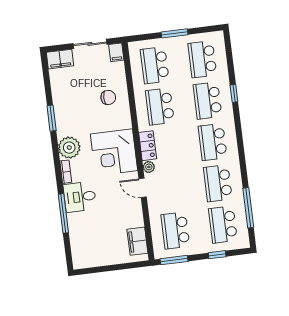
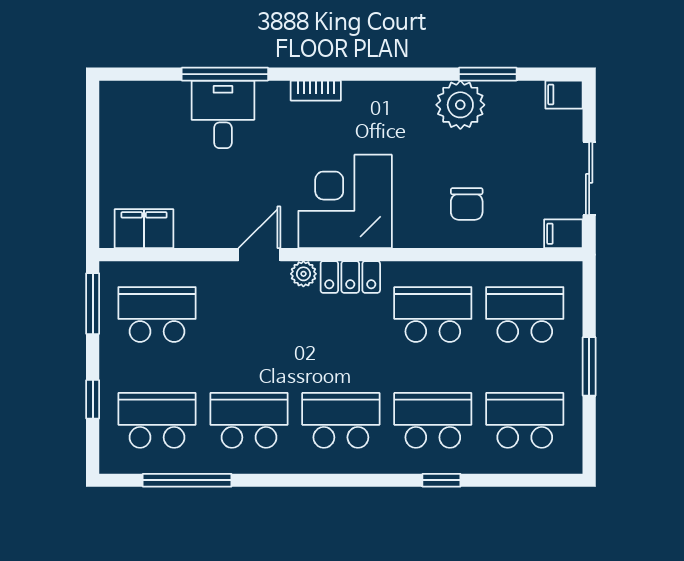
filing cabinet: (60, 59) -> (564, 95), width x0.50
window: (52, 118) -> (488, 74), moved
plant: (69, 148) -> (460, 105), moved
desk: (80, 197) -> (223, 114), moved

